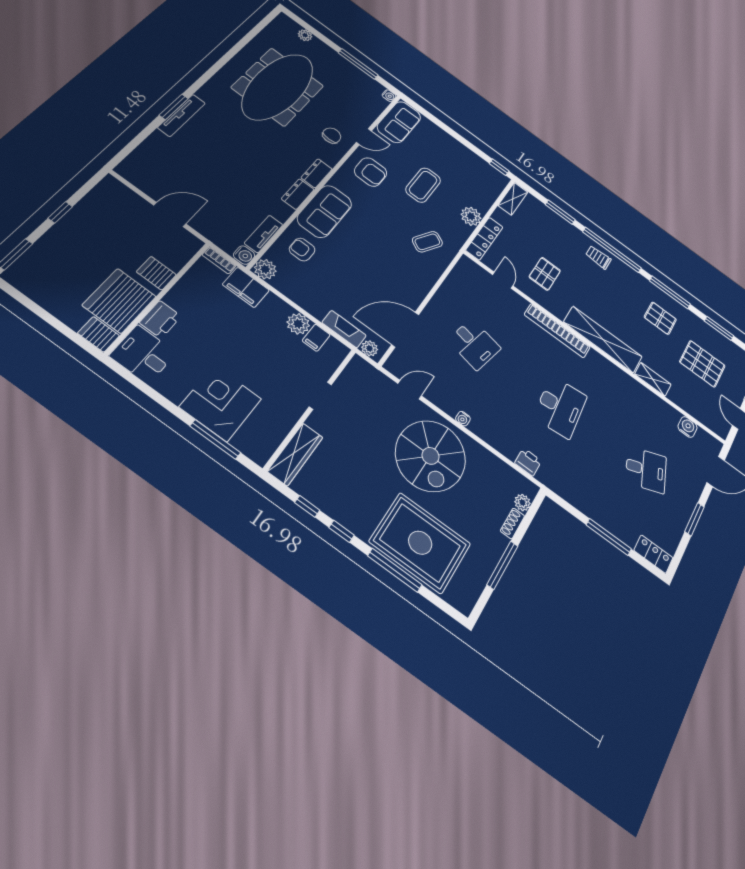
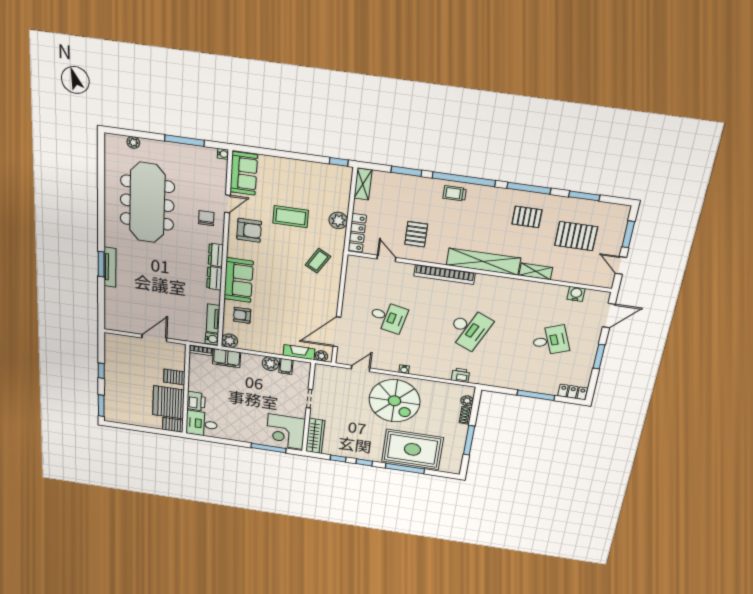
coffee table: (423, 185) -> (291, 217), turned 90
corner desk: (221, 403) -> (286, 432), moved, turned -90
desk: (560, 407) -> (469, 329), turned 30

